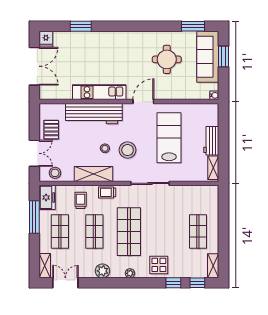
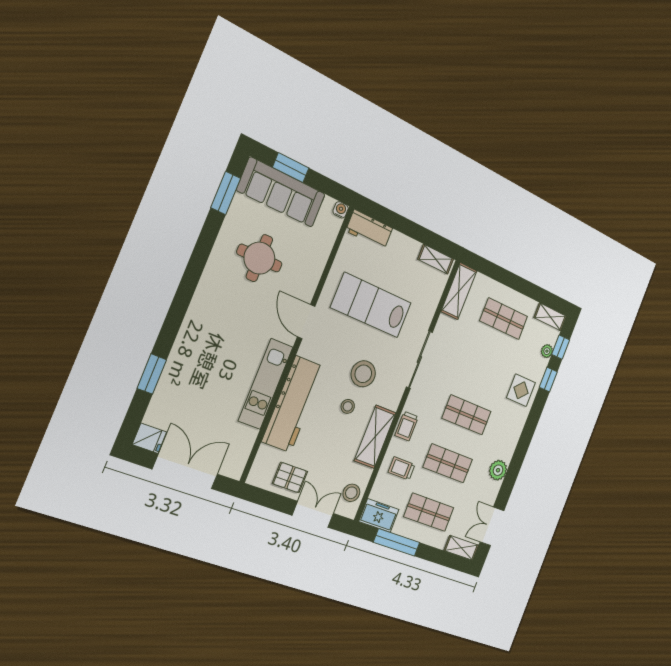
workbench: (211, 141) -> (369, 230), moved
shelving: (201, 192) -> (459, 291), added
shop shelf: (129, 232) -> (467, 415), width x0.70, depth x0.74
plant: (130, 273) -> (547, 351), moved

